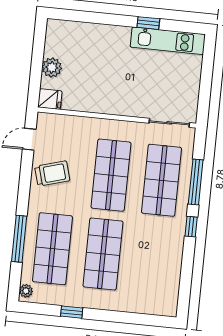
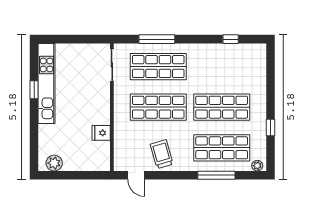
kitchen unit: (168, 41) -> (47, 83), width x1.36
plant: (52, 67) -> (54, 163), moved
fridge: (50, 99) -> (101, 133), moved, turned -90
window: (191, 227) -> (231, 39), moved

